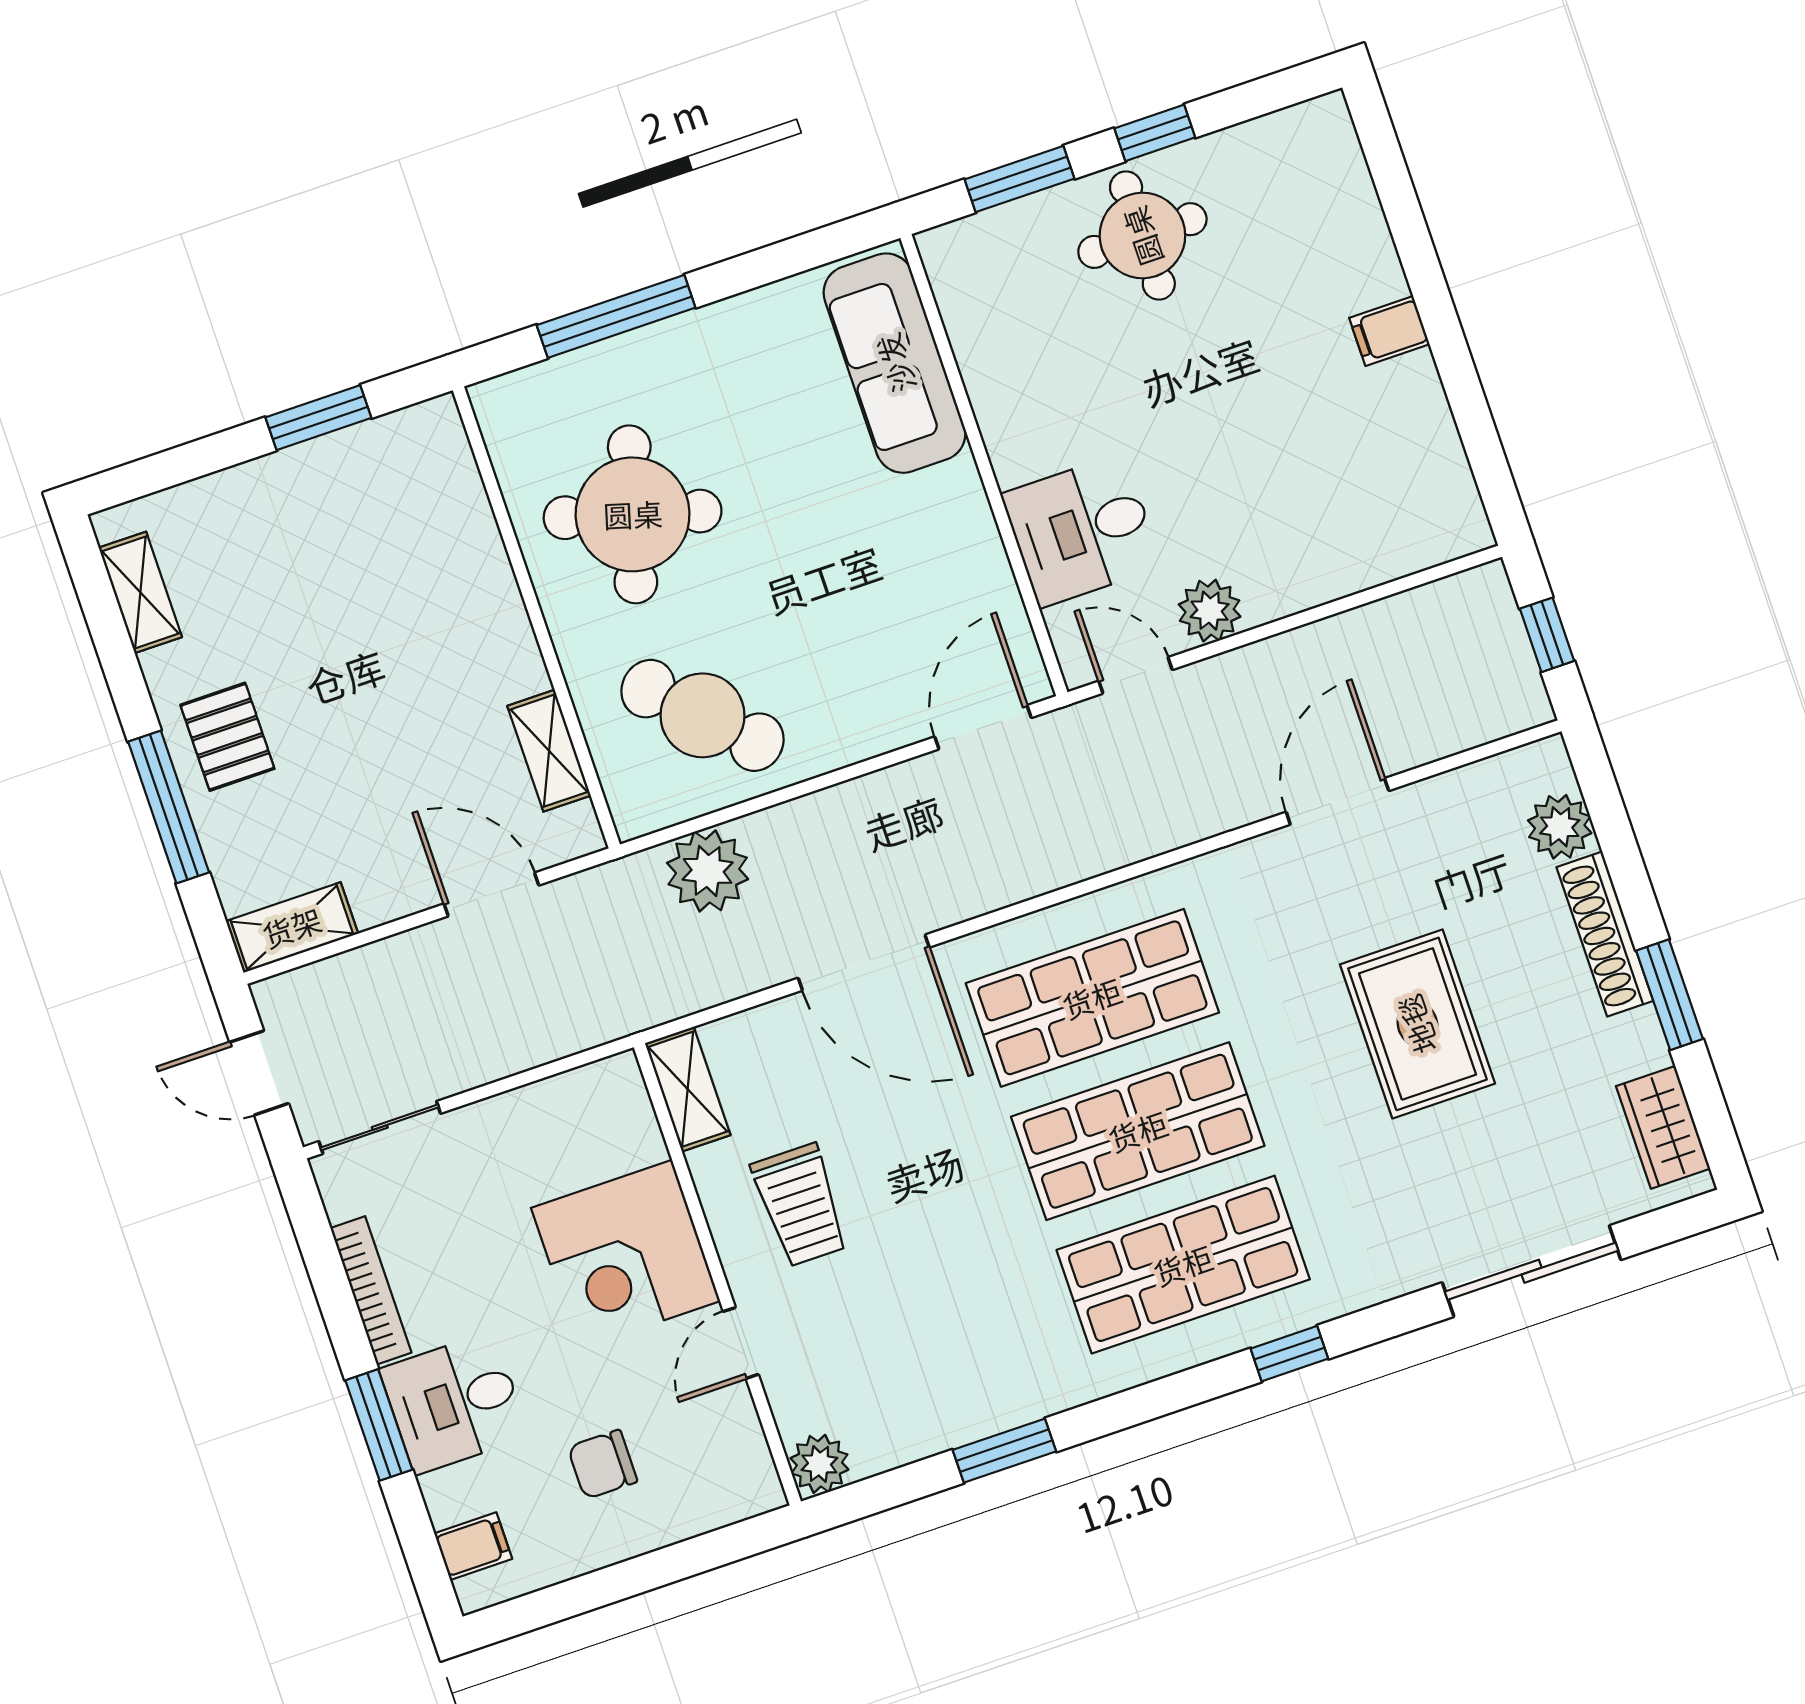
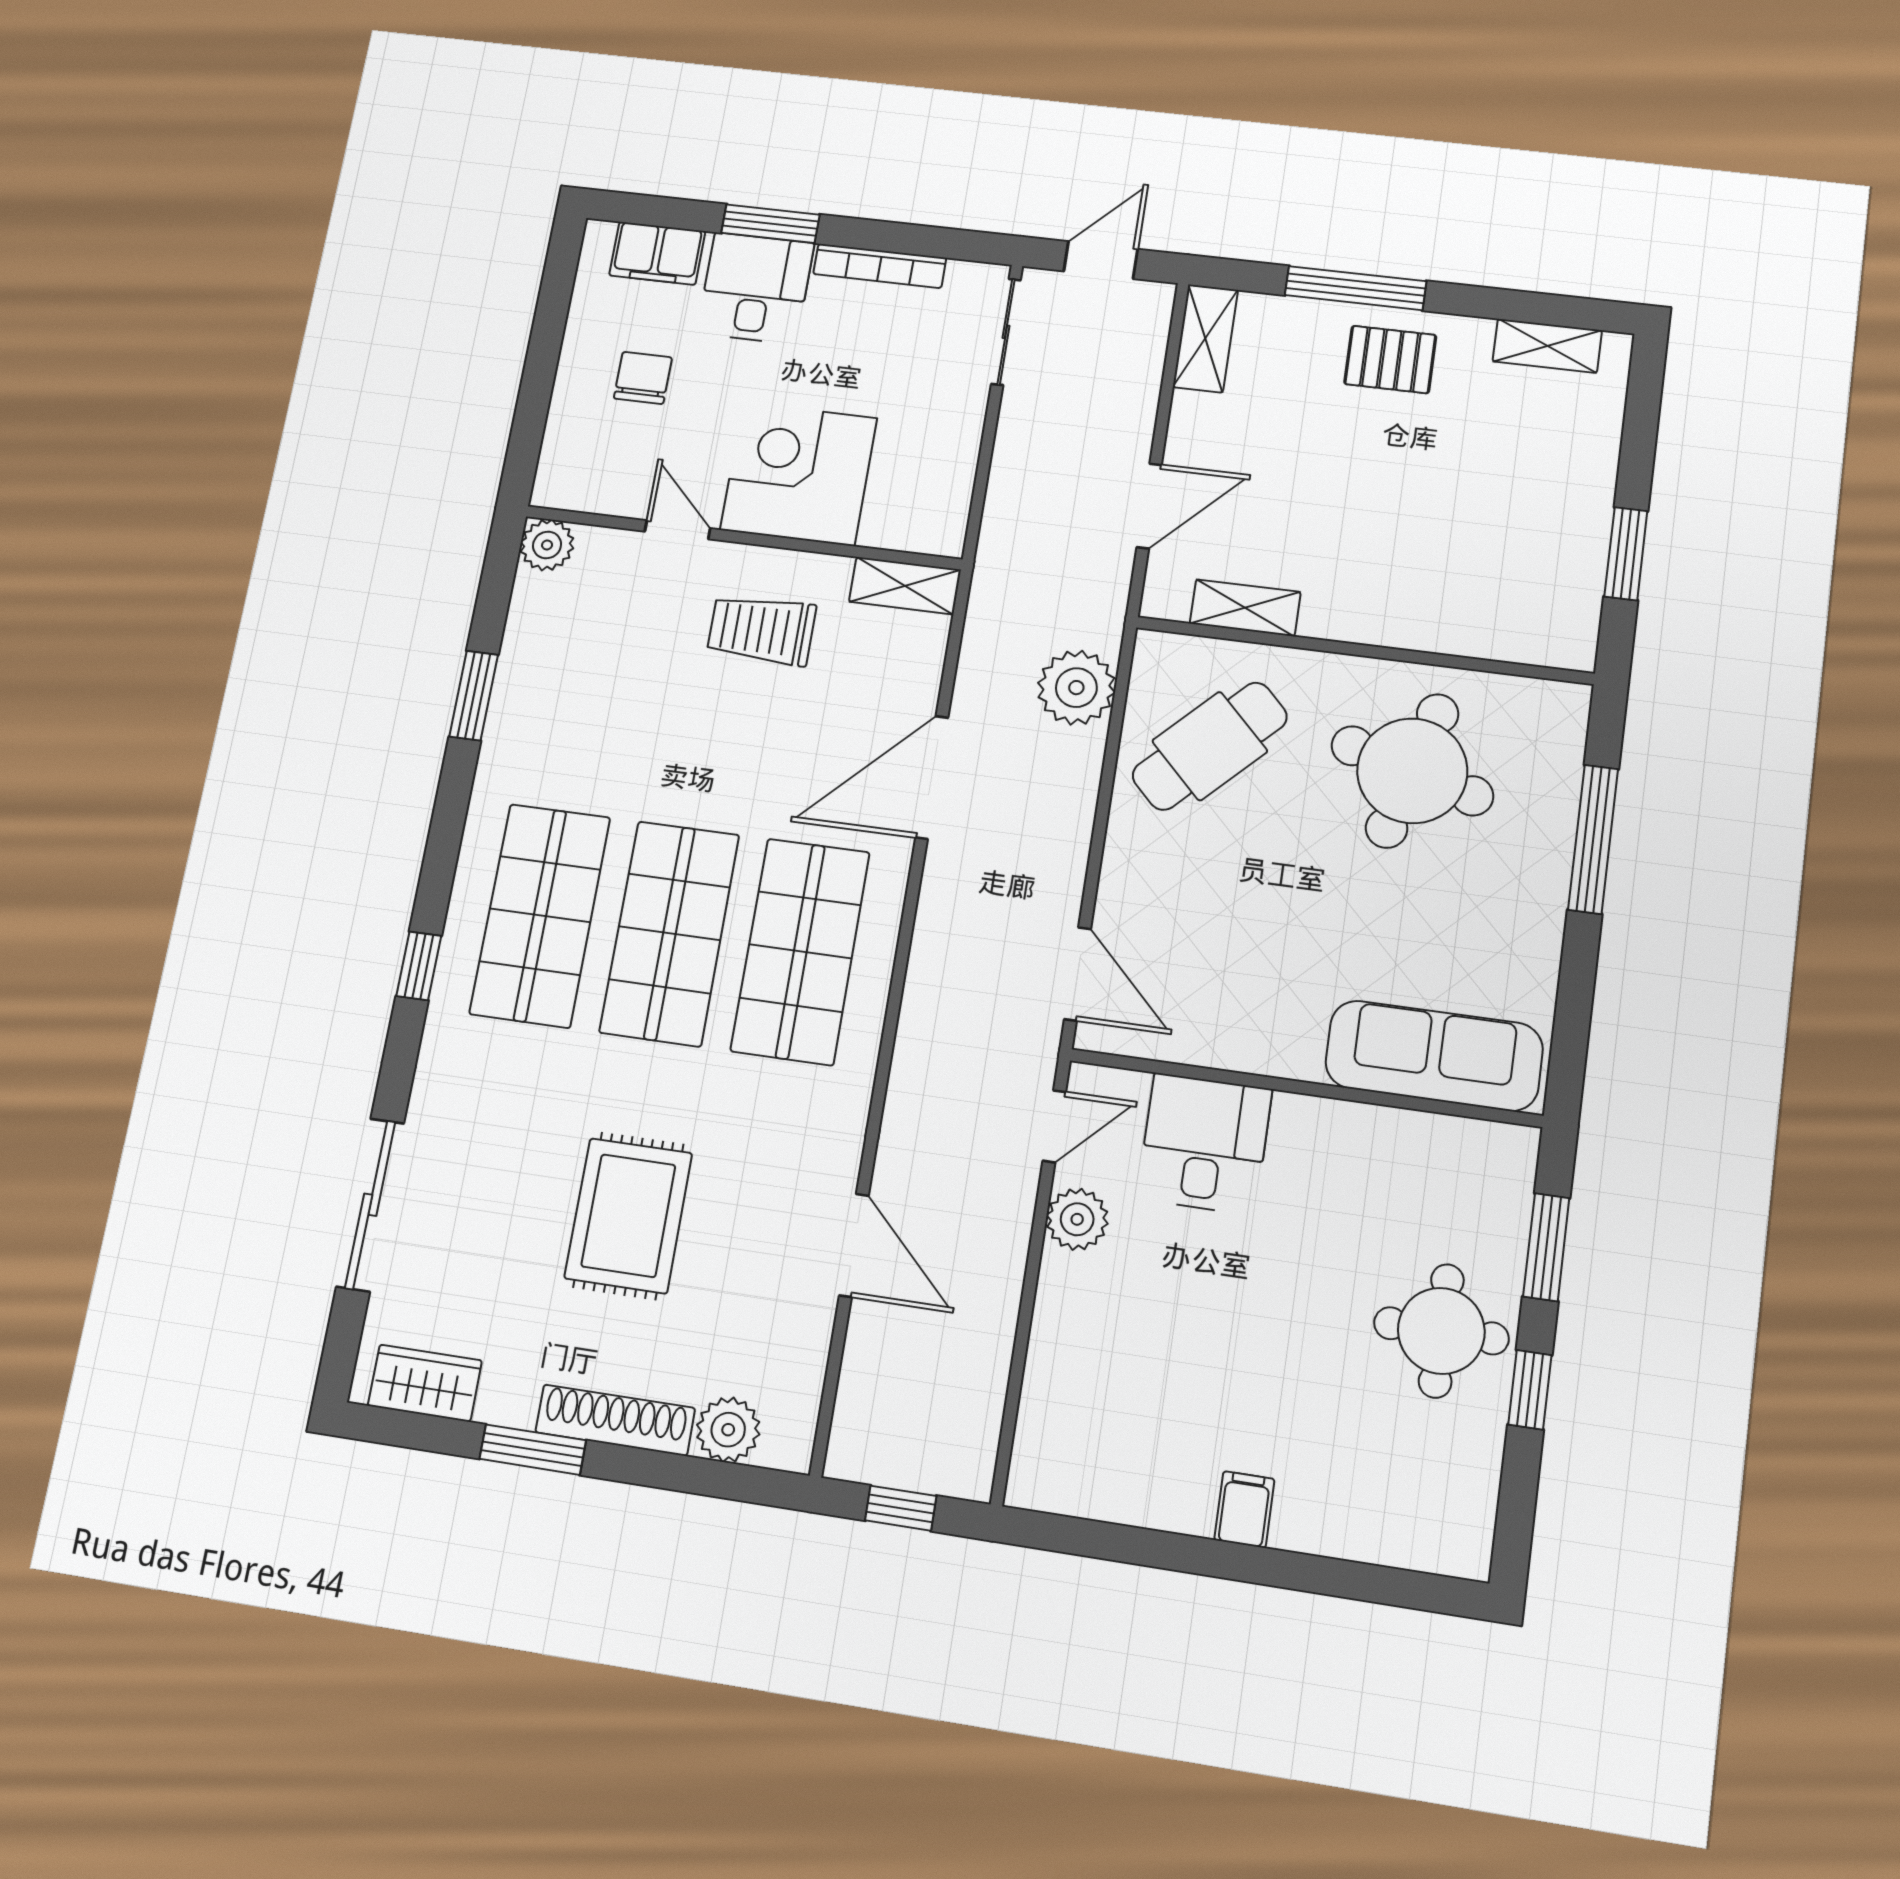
rug: (1417, 1024) -> (628, 1216), turned 90
filing cabinet: (473, 1546) -> (657, 253), width x2.00

